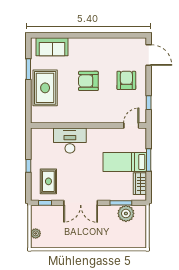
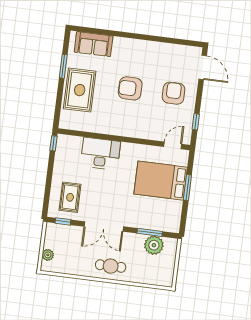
bed: (125, 162) -> (161, 181), width x1.50
window: (28, 166) -> (54, 143), moved
wardrobe: (140, 184) -> (174, 213), removed
cafe table: (91, 236) -> (111, 266), added

